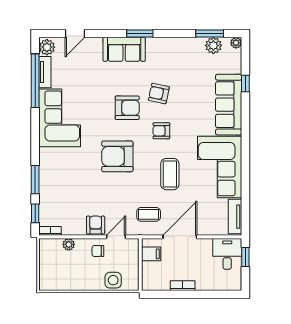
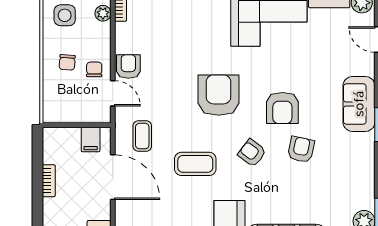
armchair: (161, 131) -> (252, 153), turned -53
armchair: (96, 225) -> (128, 67), turned -90
plant: (69, 244) -> (103, 13), moved
chair: (92, 272) -> (67, 62), added
side table: (113, 280) -> (65, 15), moved

